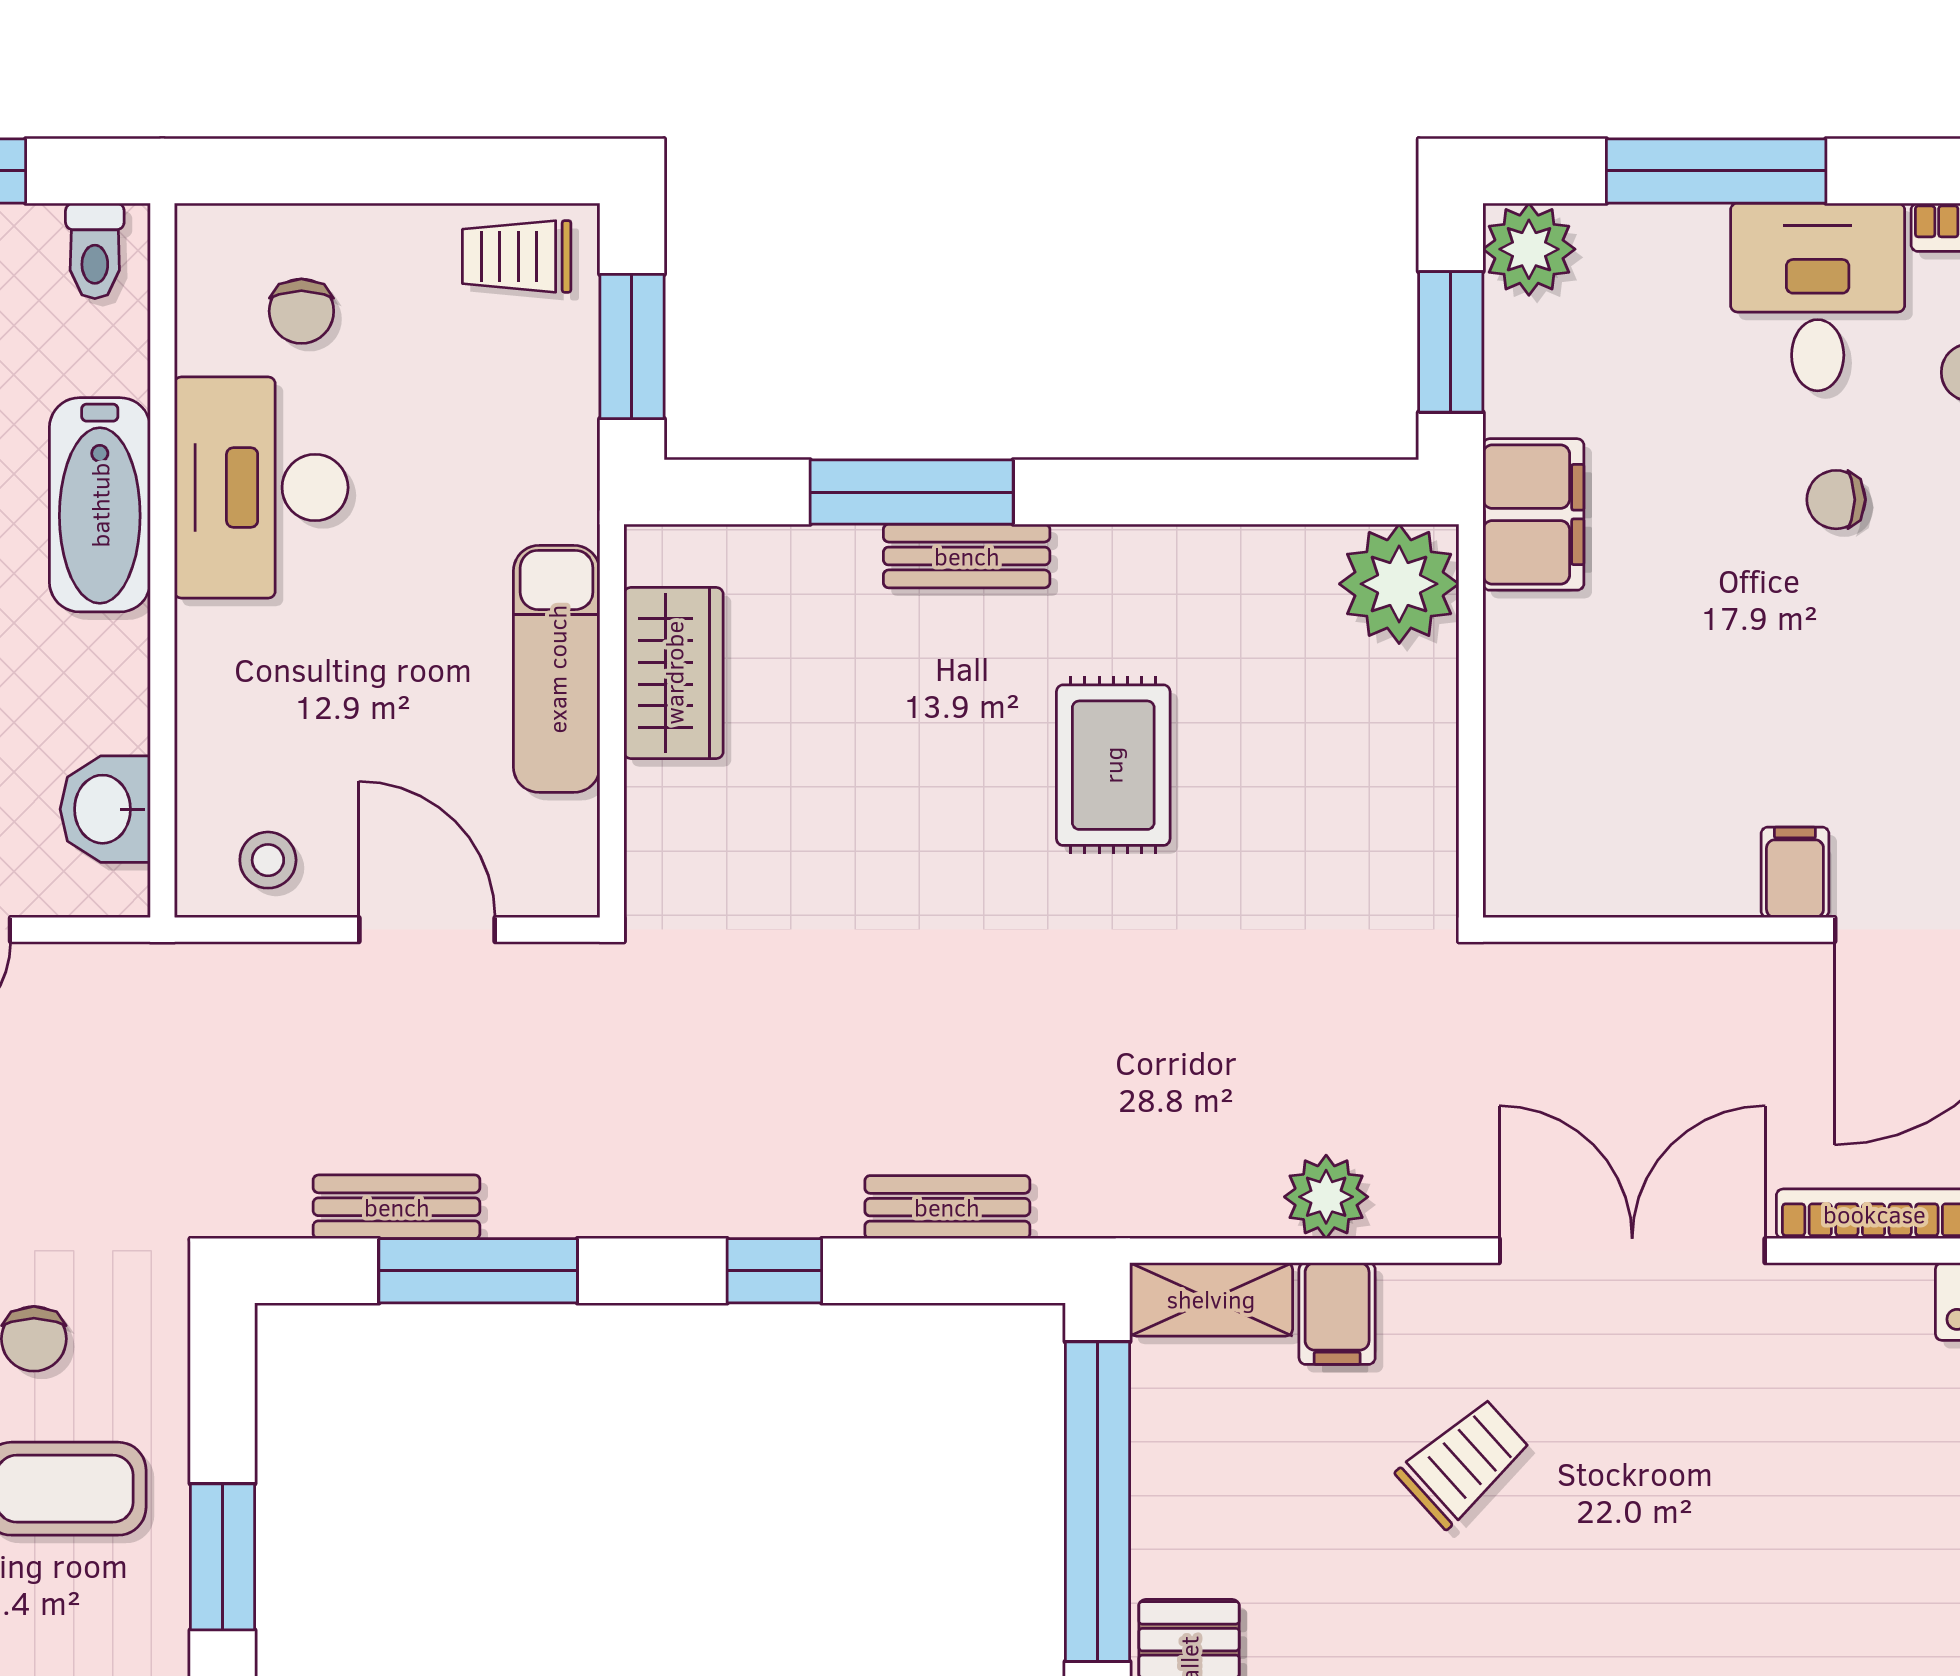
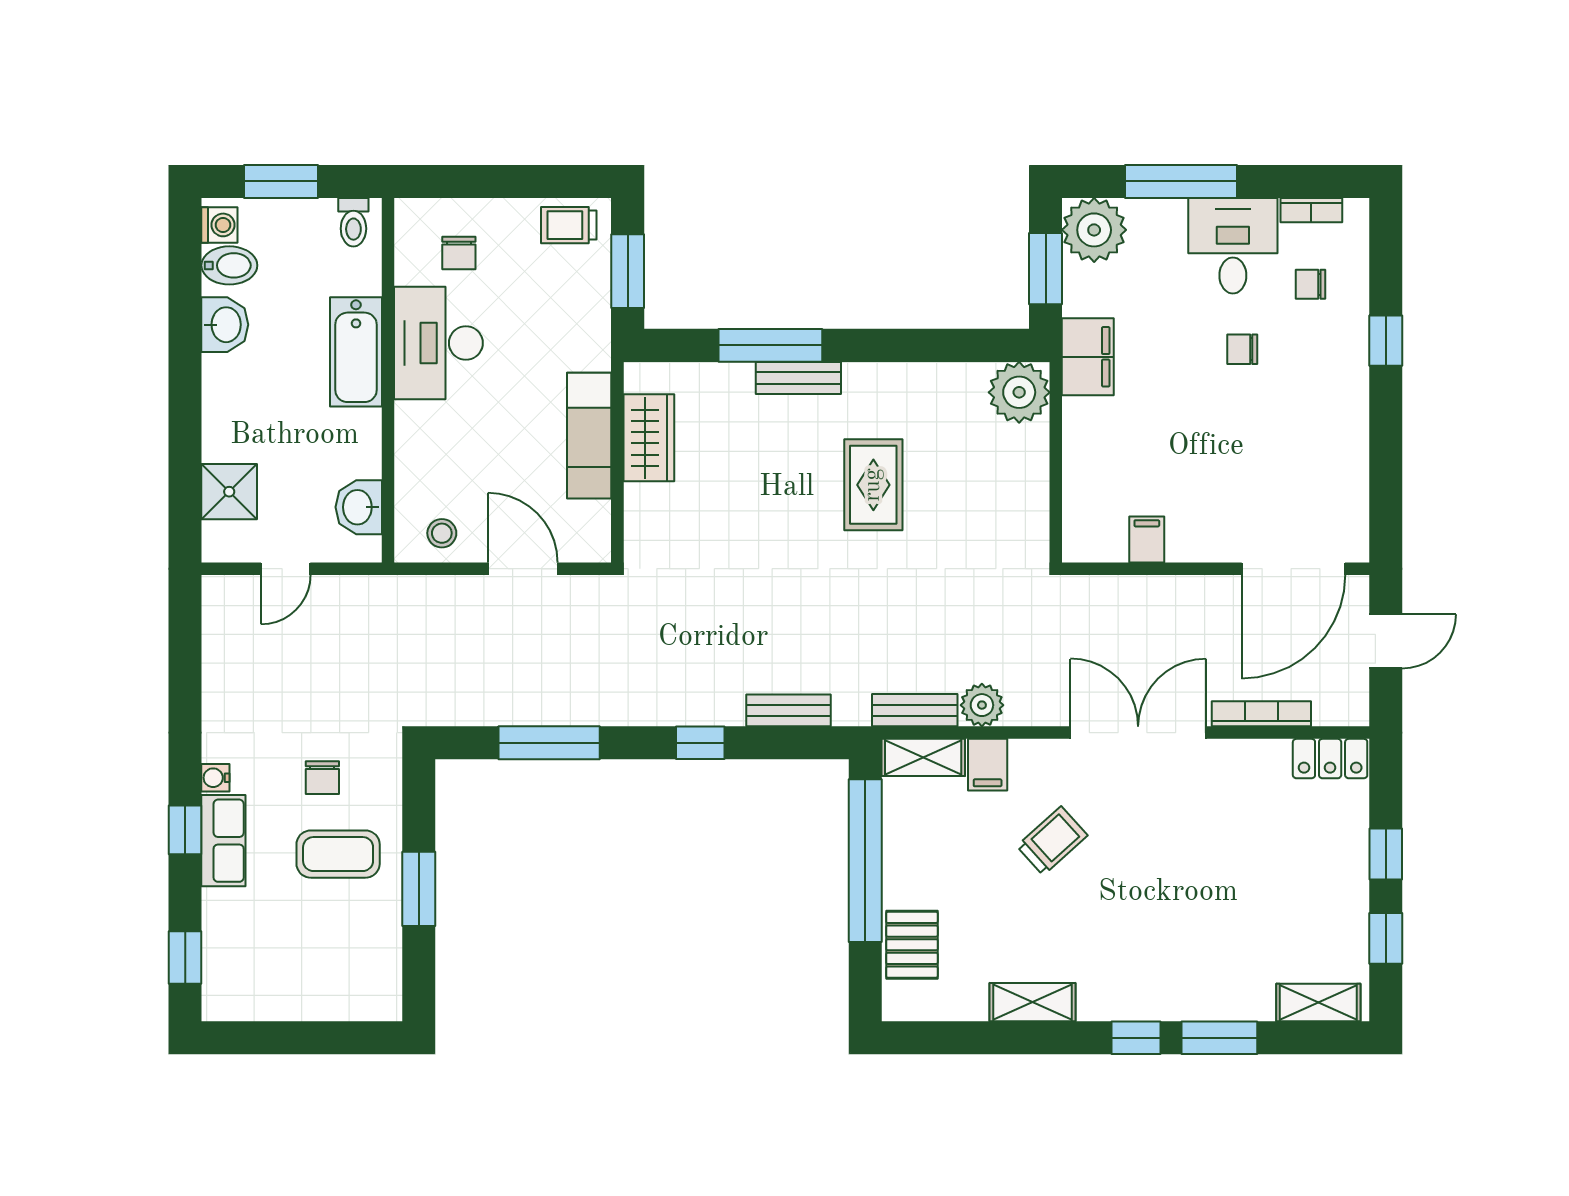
plant: (1529, 249) -> (1094, 230), width x1.36, depth x1.36
filing cabinet: (1795, 872) -> (1147, 539), moved
bench: (397, 1207) -> (915, 710), moved

